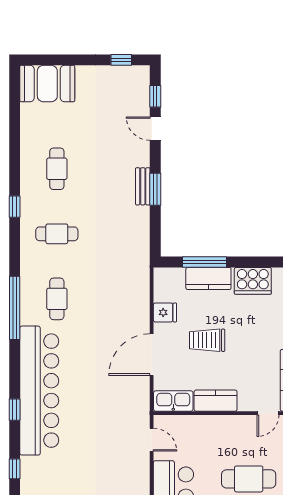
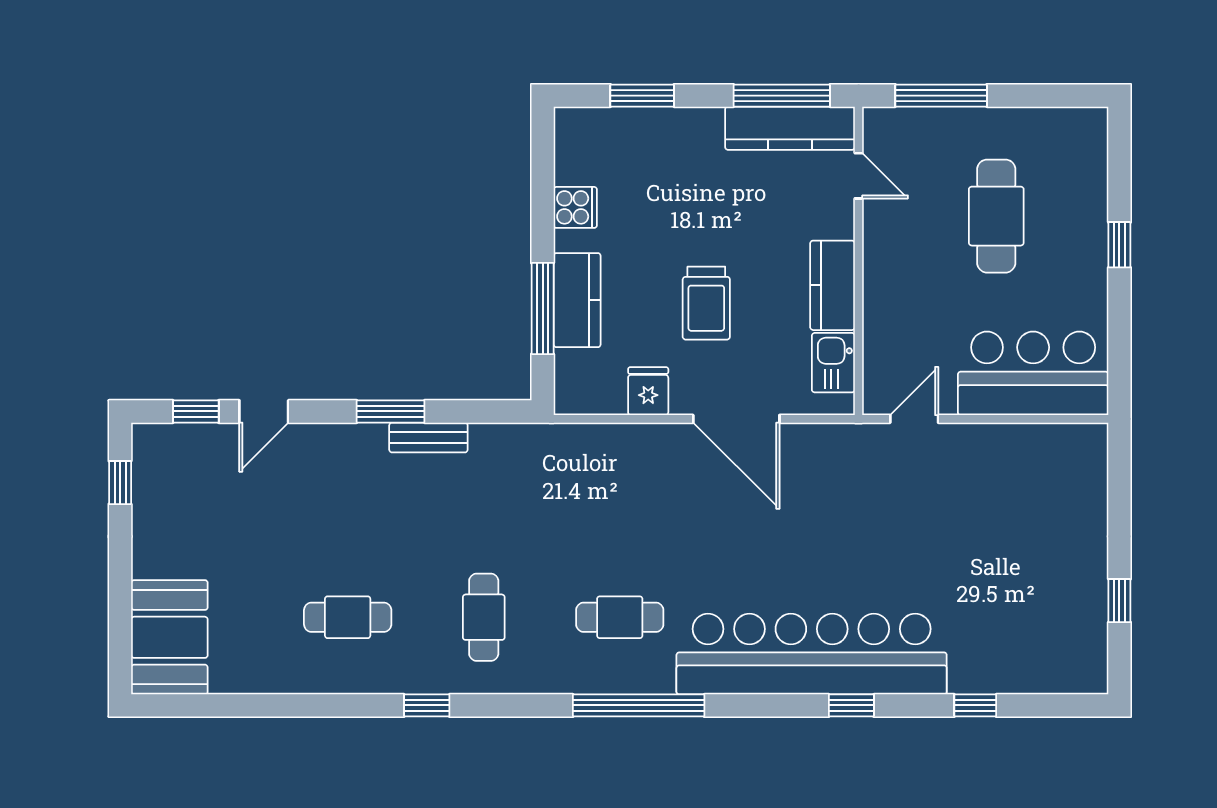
bench: (143, 186) -> (428, 437), moved
cooker: (253, 281) -> (575, 207), width x0.53, depth x0.76
kitchen sink: (173, 401) -> (833, 363), width x0.73

